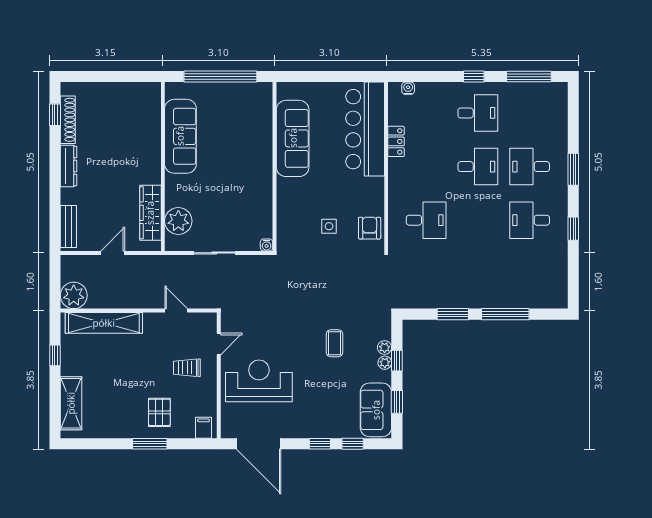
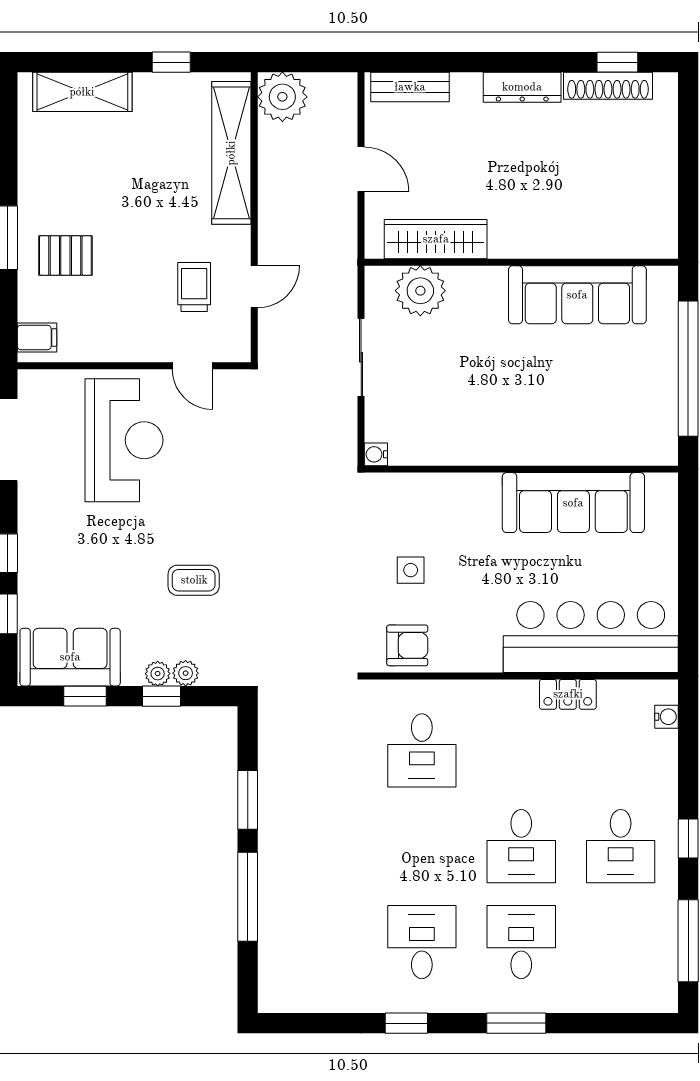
trolley: (187, 368) -> (194, 287), moved

